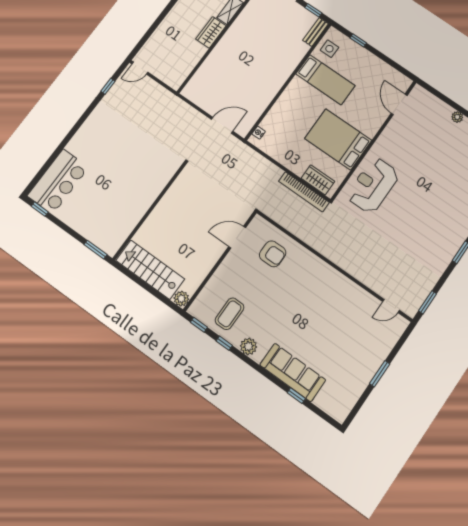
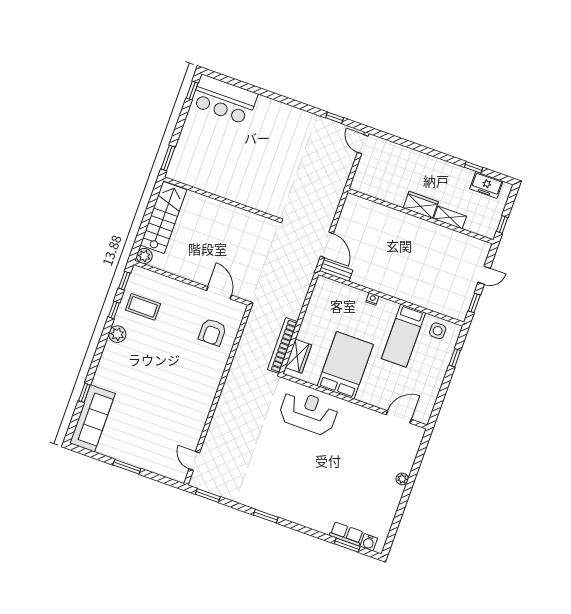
bench: (316, 32) -> (336, 271), moved
nightstand: (259, 133) -> (372, 299), moved
sofa: (293, 372) -> (92, 418), moved

